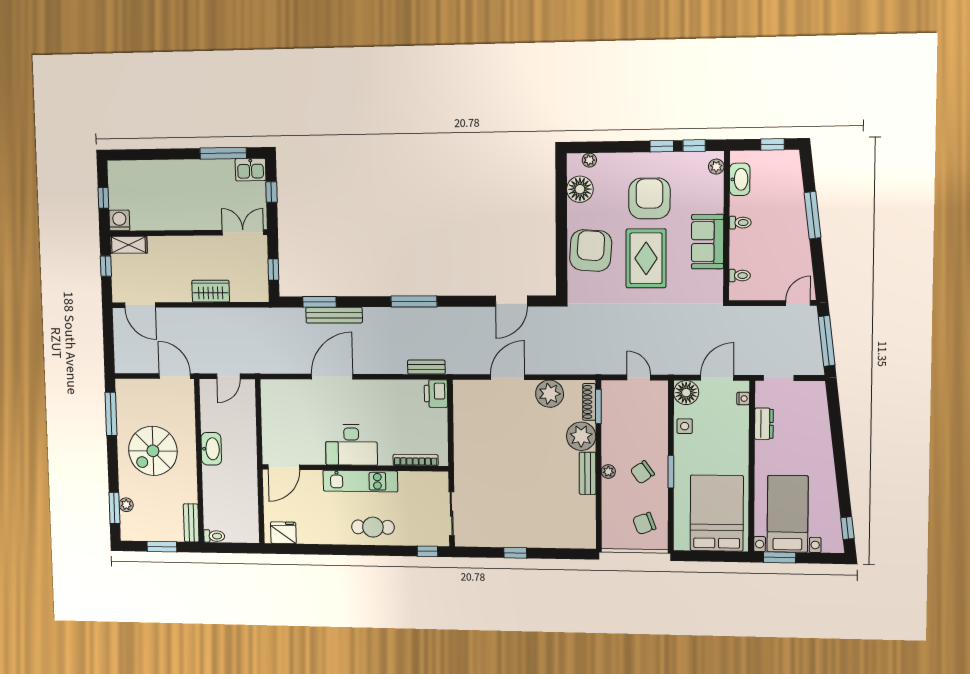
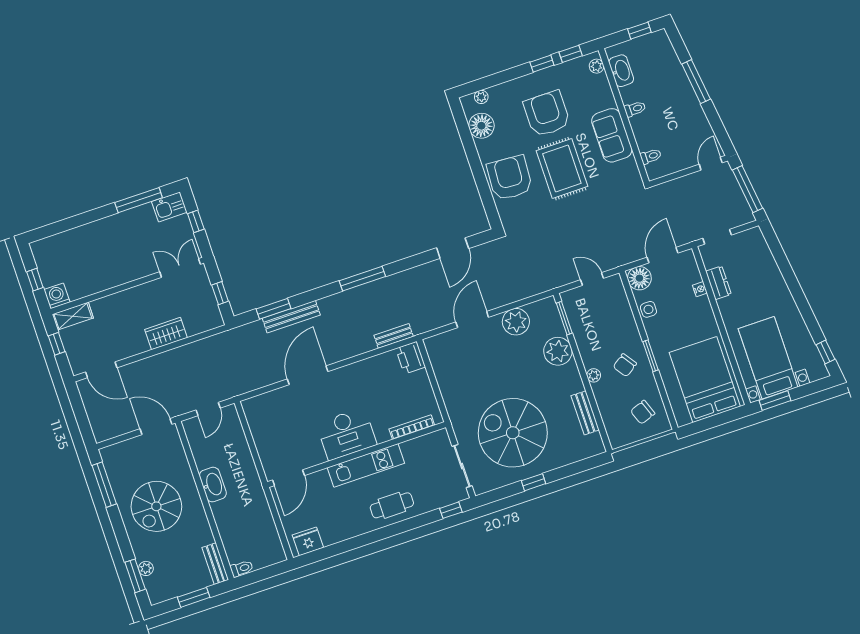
nightstand: (743, 398) -> (700, 289), moved
shoe rack: (589, 402) -> (555, 317), removed
bench: (588, 473) -> (585, 413), moved
spiral stairs: (511, 499) -> (513, 433), added

